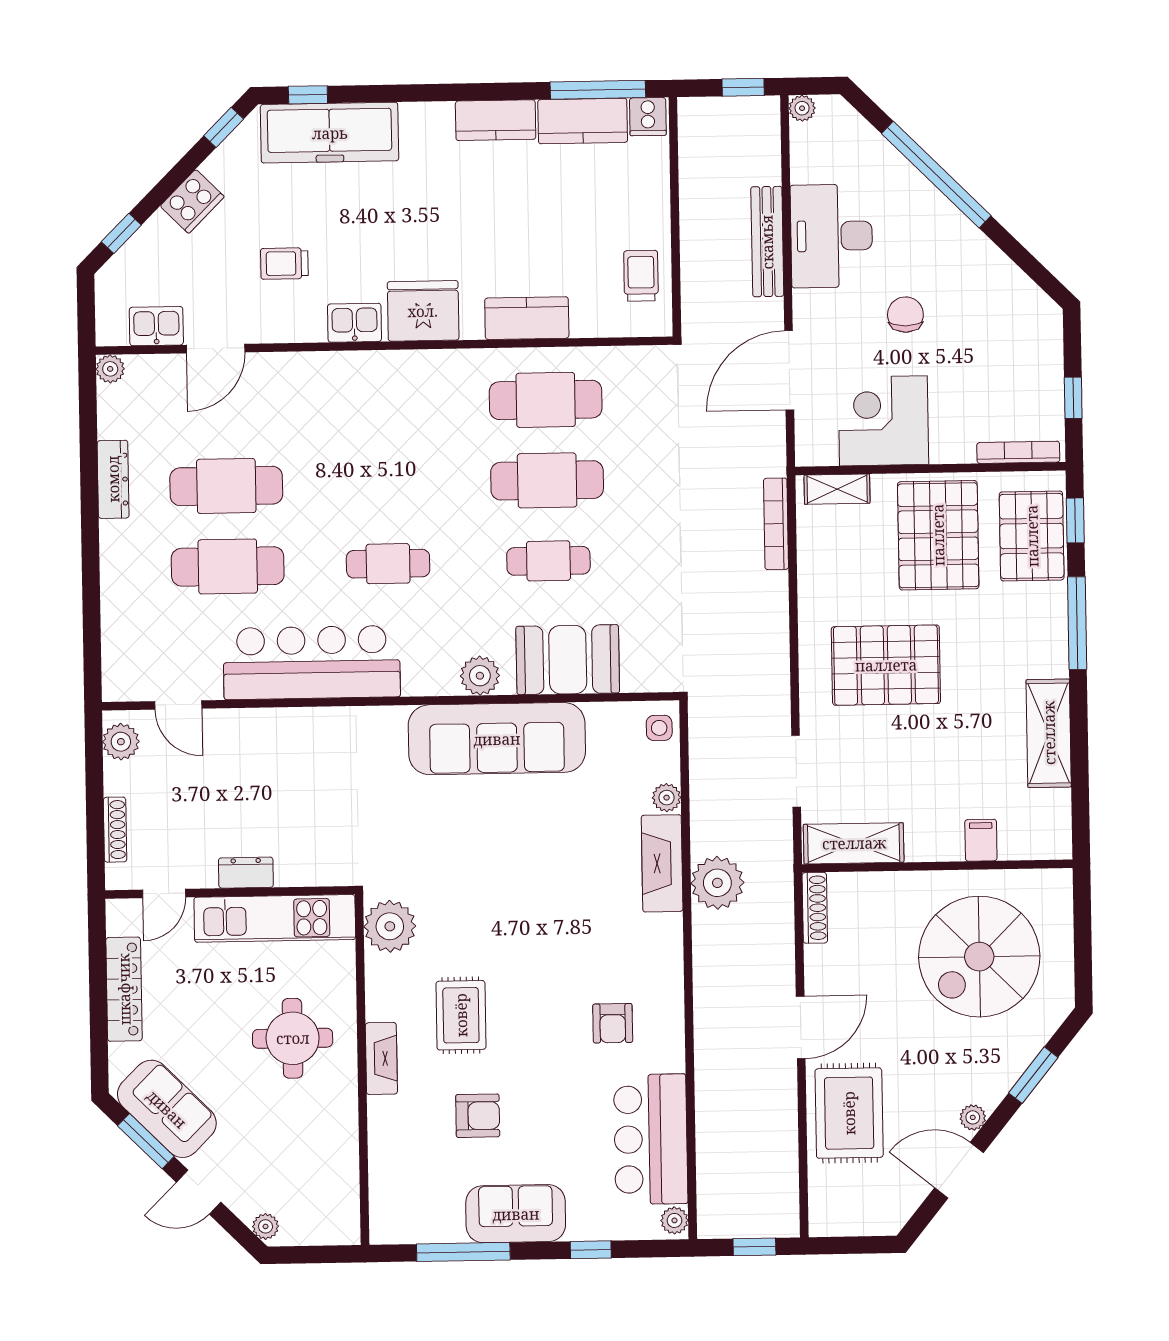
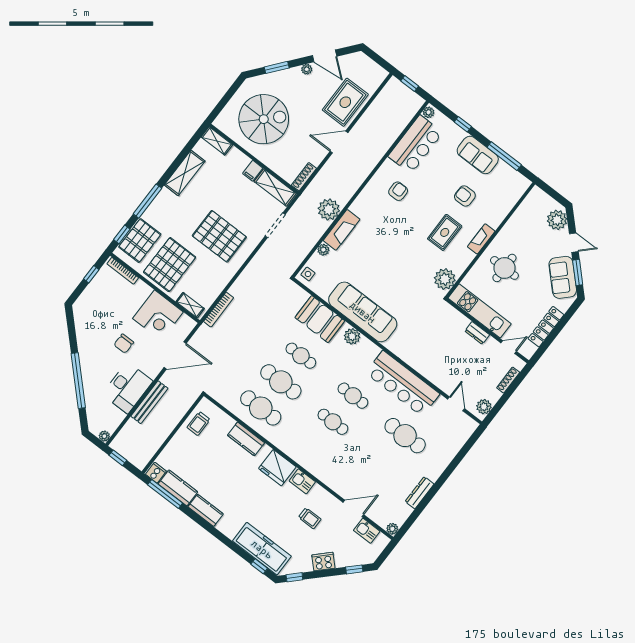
cafe table: (226, 486) -> (333, 422), moved, width x0.73, depth x0.74
filing cabinet: (981, 840) -> (253, 171), moved
shelving: (1036, 844) -> (217, 141), added
plant: (266, 1226) -> (557, 220), width x1.87, depth x1.87

